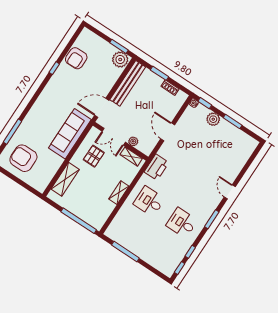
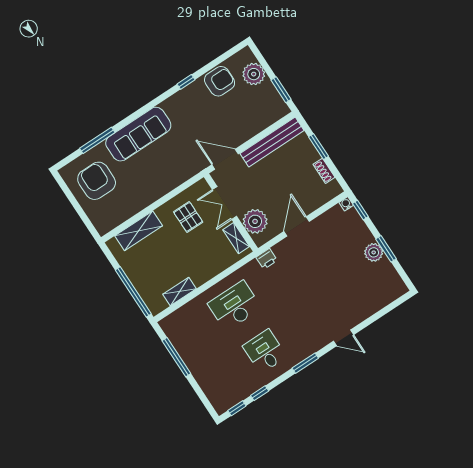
armchair: (76, 58) -> (220, 81), turned 180
plant: (120, 60) -> (254, 74), moved
plant: (213, 119) -> (374, 252), moved
sofa: (70, 134) -> (138, 134), moved, turned 180
plant: (133, 141) -> (255, 221), width x1.88, depth x1.88
pallet: (94, 156) -> (188, 217), turned 90
printer: (156, 167) -> (267, 259), width x0.53, depth x0.68
door: (230, 192) -> (343, 338), swing flipped
shelving: (119, 193) -> (179, 292), moved
desk: (149, 201) -> (235, 306), width x1.37

